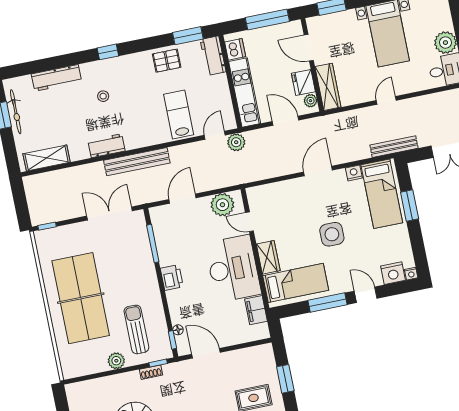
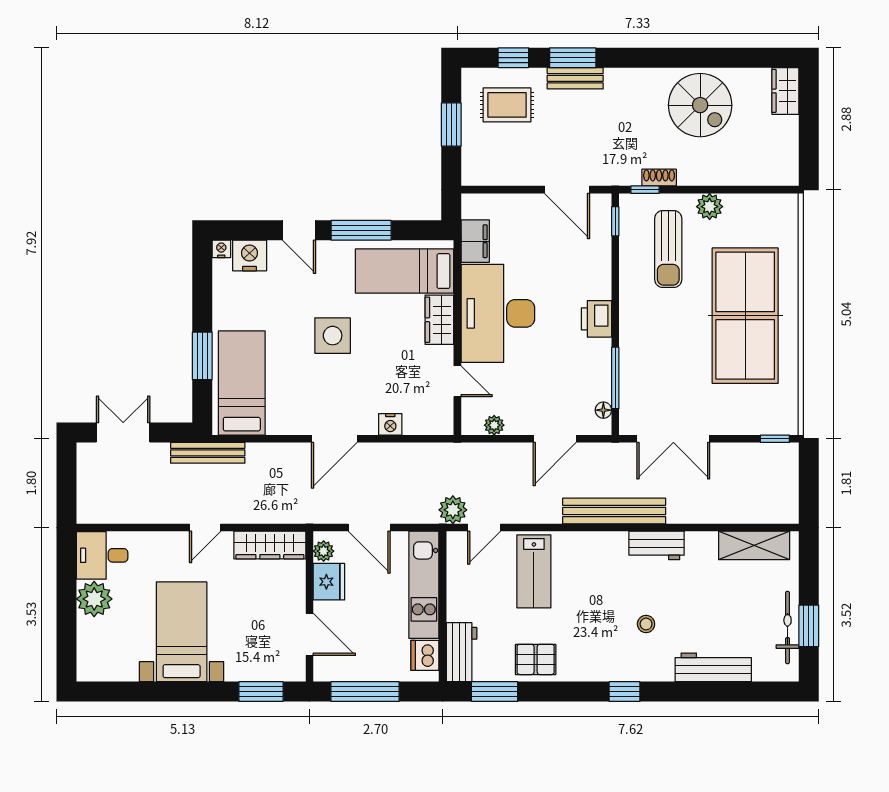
wardrobe: (328, 87) -> (270, 545), moved, turned -90
nightstand: (354, 173) -> (390, 424), moved
plant: (222, 205) -> (494, 425), width x0.53, depth x0.53
floor lamp: (178, 330) -> (603, 410), moved

